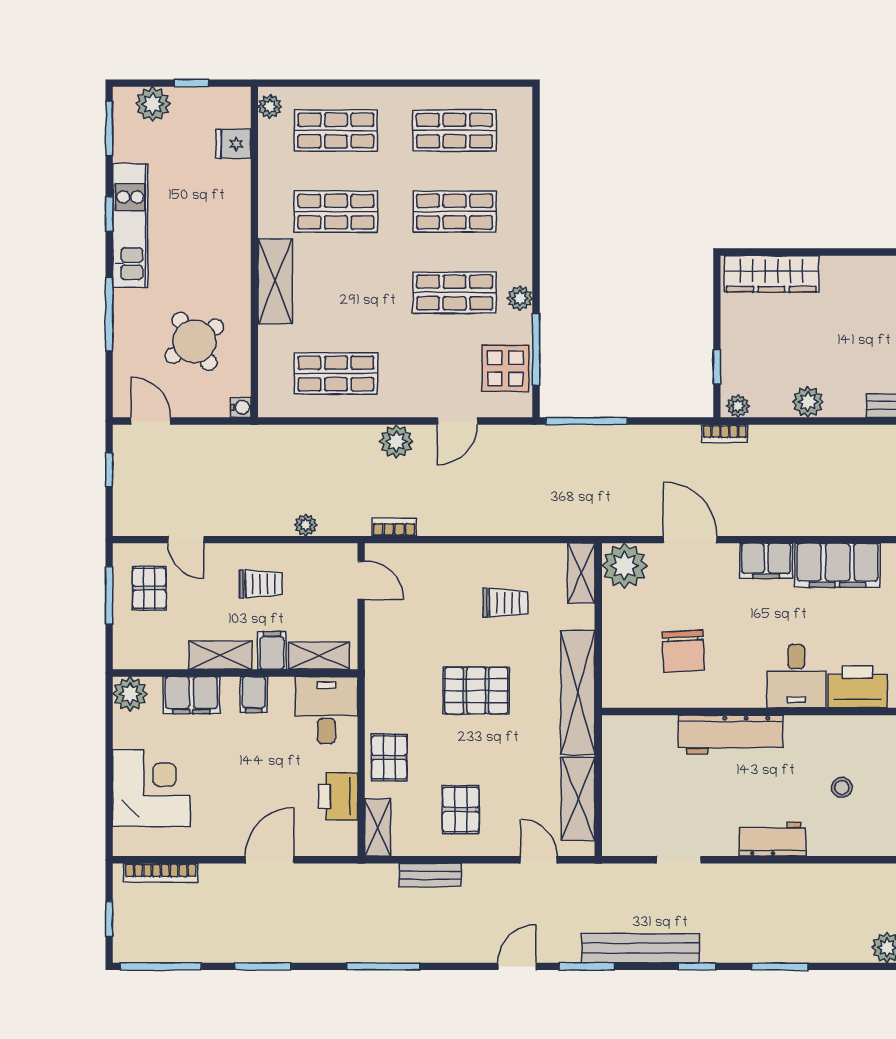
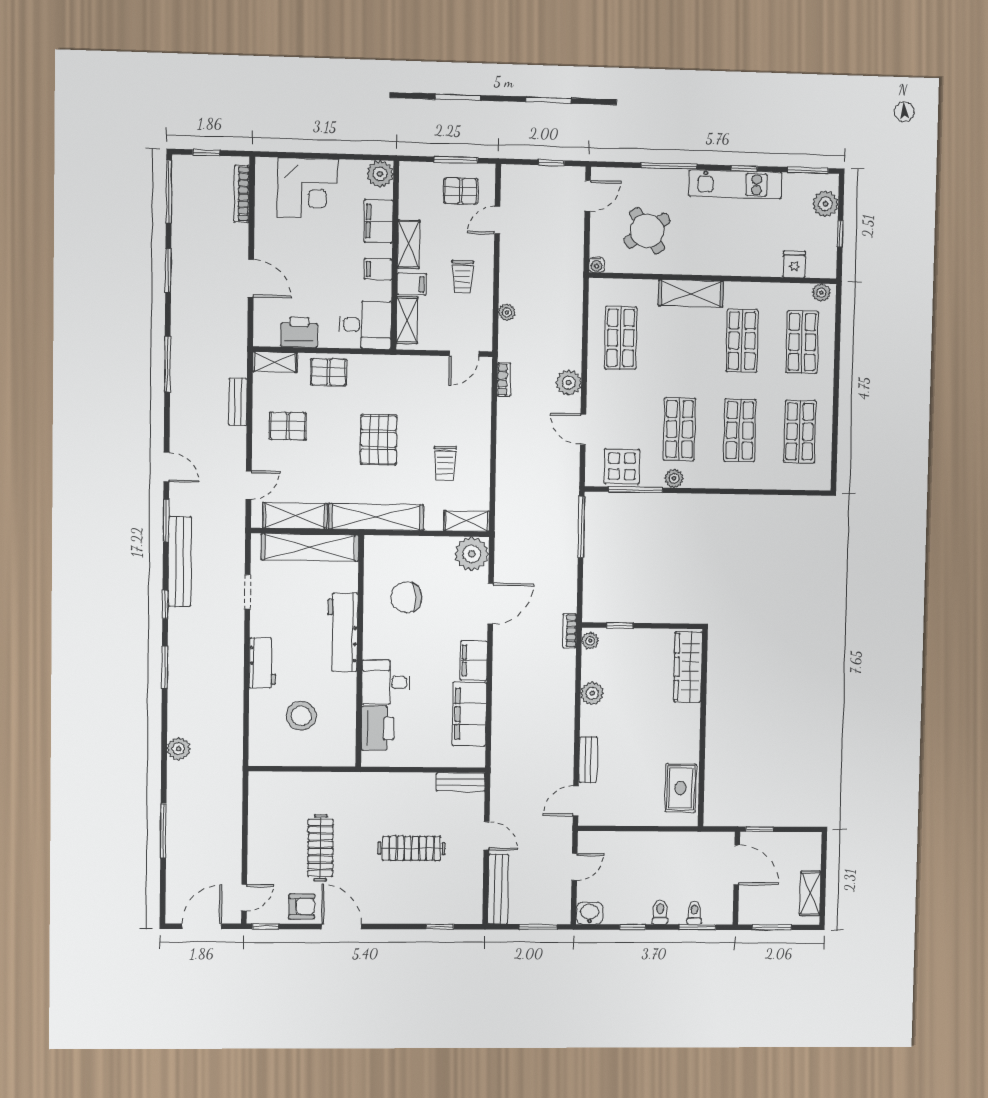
shelving: (619, 779) -> (310, 547), added
stool: (842, 787) -> (301, 716), width x1.89, depth x1.89

